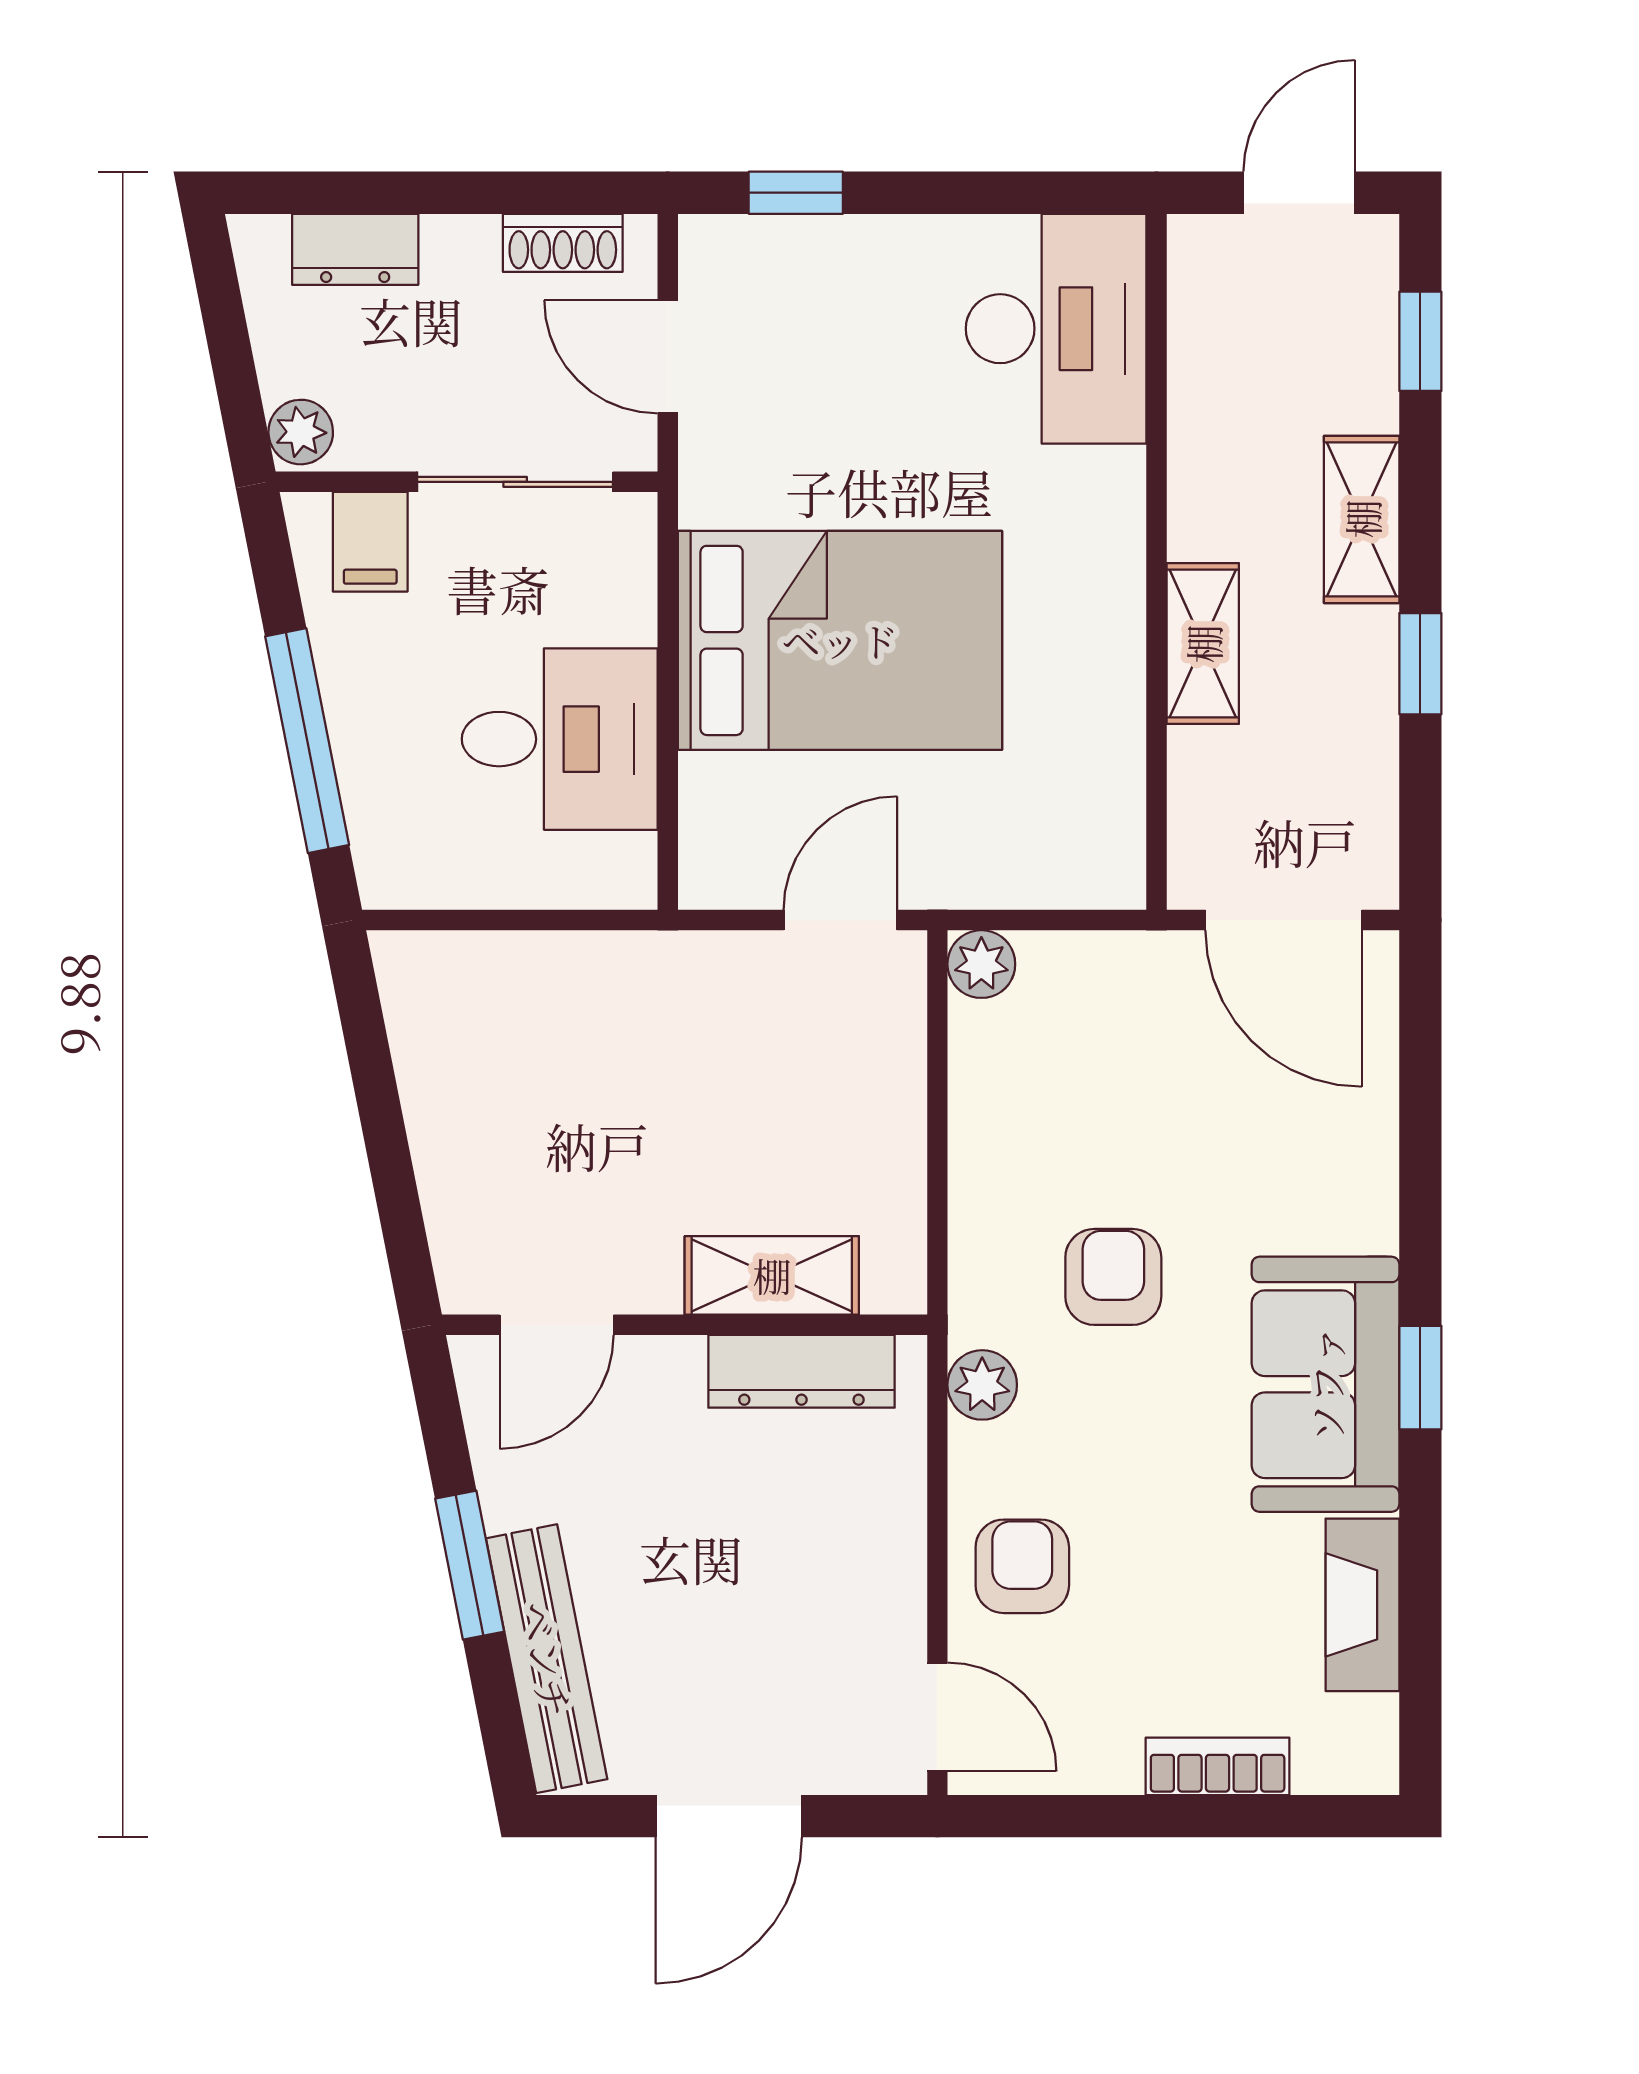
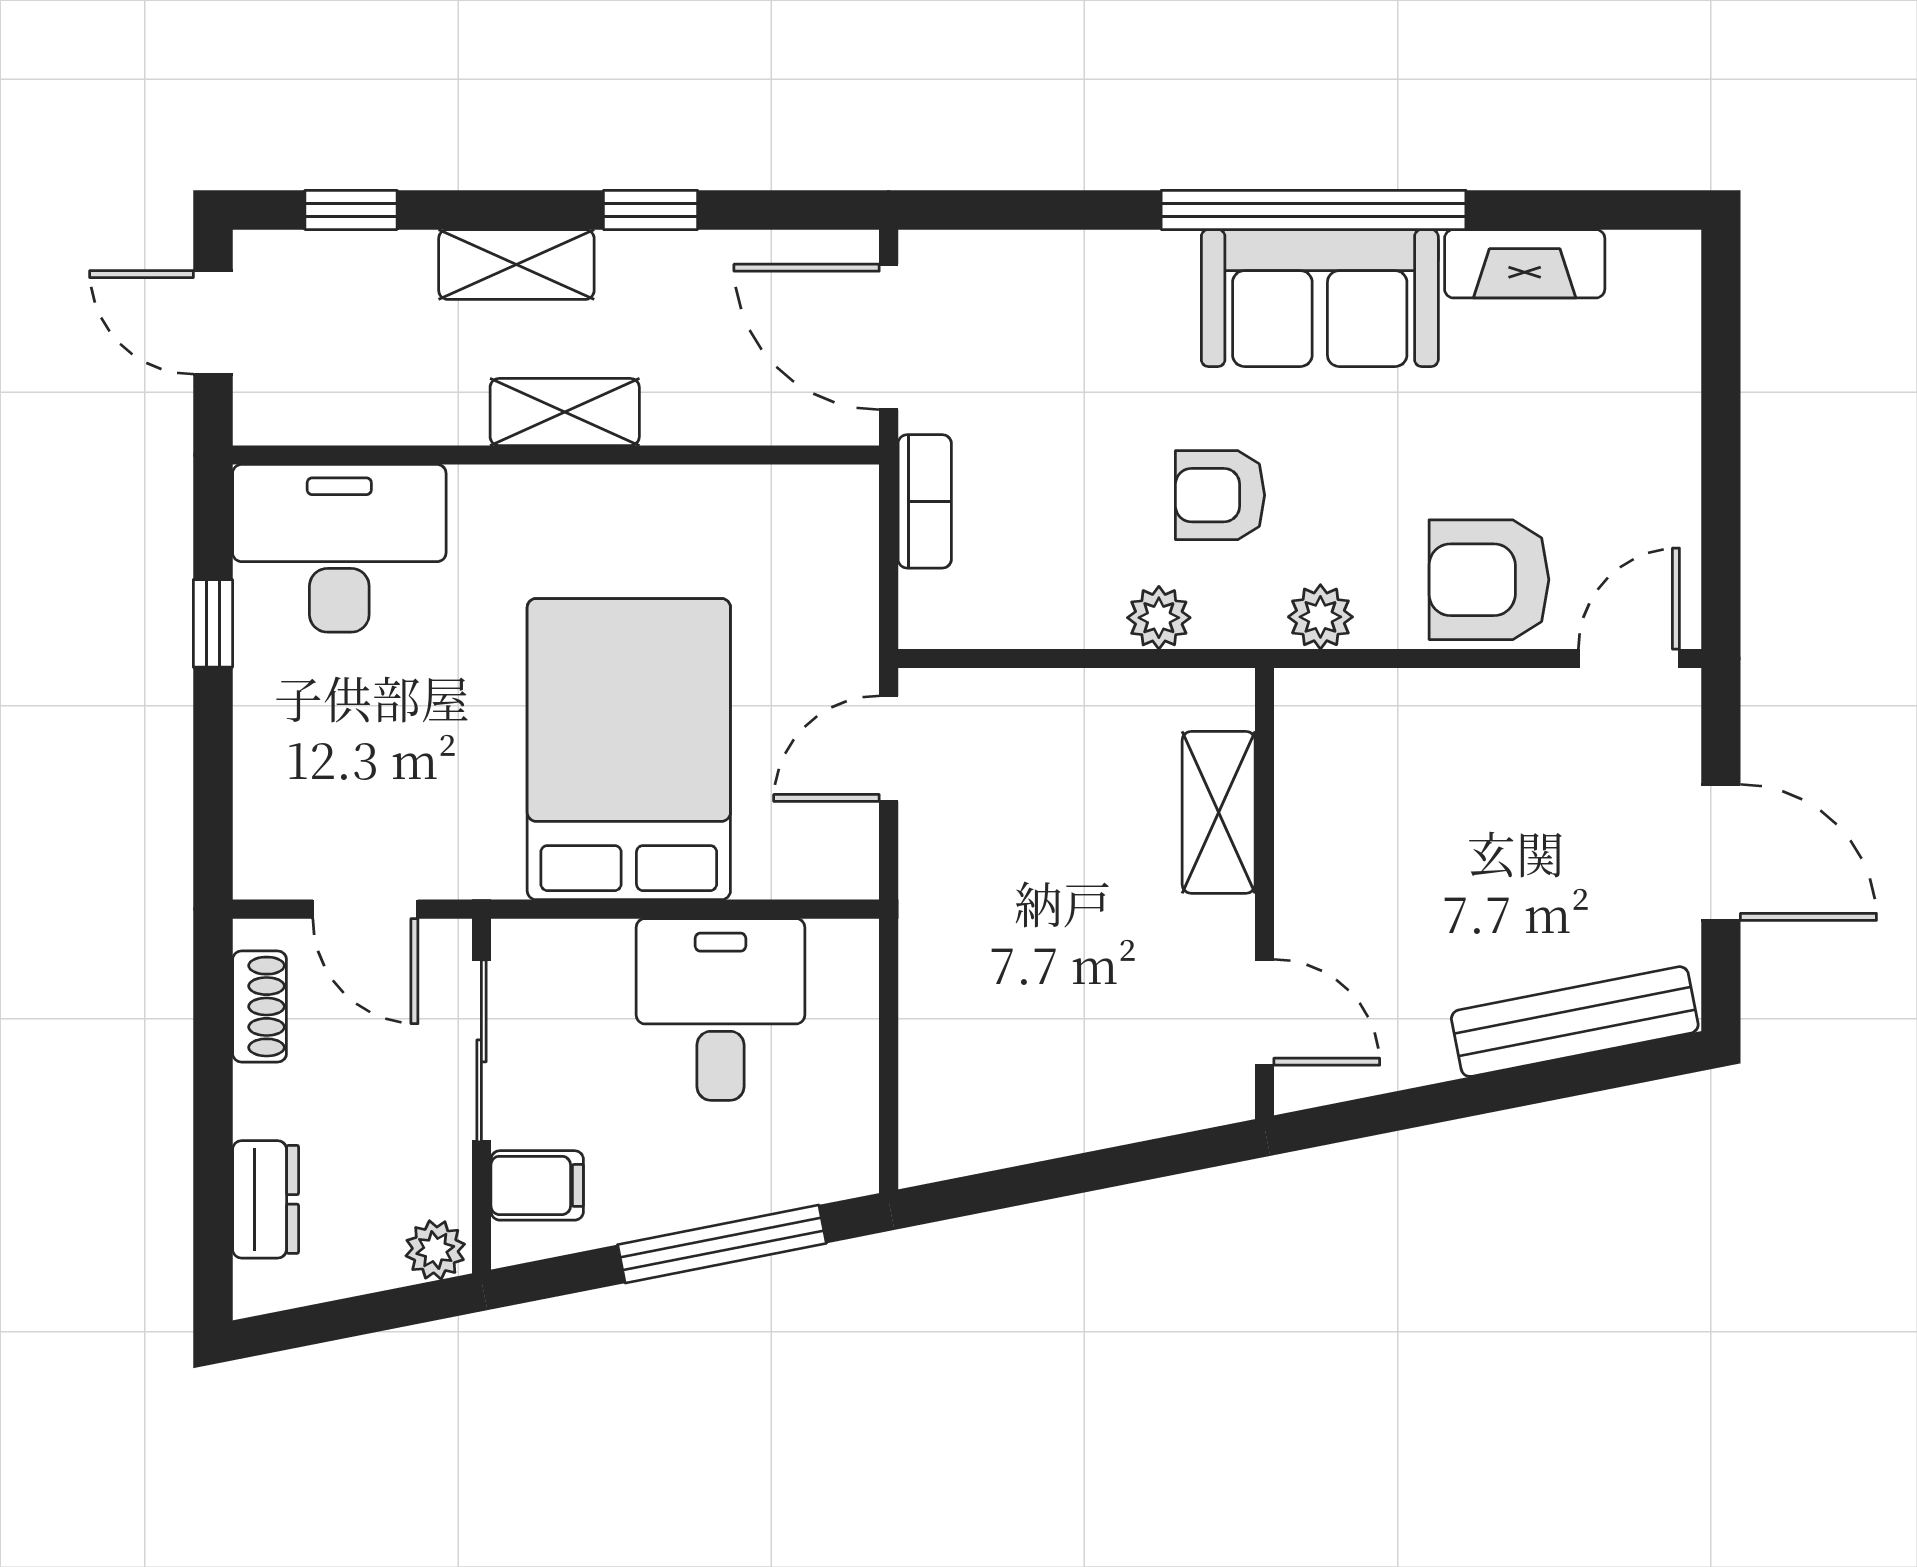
window: (796, 193) -> (213, 623), moved
door: (668, 357) -> (365, 909), hinge flipped
shelving: (1203, 644) -> (565, 412), moved
door: (840, 920) -> (889, 749), hinge flipped
door: (1284, 920) -> (889, 337), swing flipped
plant: (981, 964) -> (1159, 618), moved
dresser: (801, 1371) -> (1308, 785), removed
window: (1420, 1378) -> (1314, 210), width x3.17
window: (470, 1565) -> (1488, 1093), removed
armchair: (1022, 1566) -> (1489, 580), width x1.38, depth x1.38
bookcase: (1218, 1766) -> (925, 501), moved, turned 180

